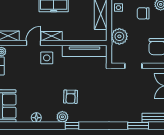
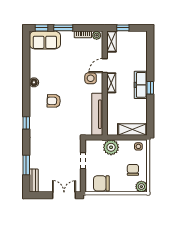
door: (33, 43) -> (105, 66), swing flipped
plant: (62, 117) -> (35, 93), removed
floor lamp: (36, 118) -> (34, 82), moved
window: (72, 126) -> (26, 123), moved

